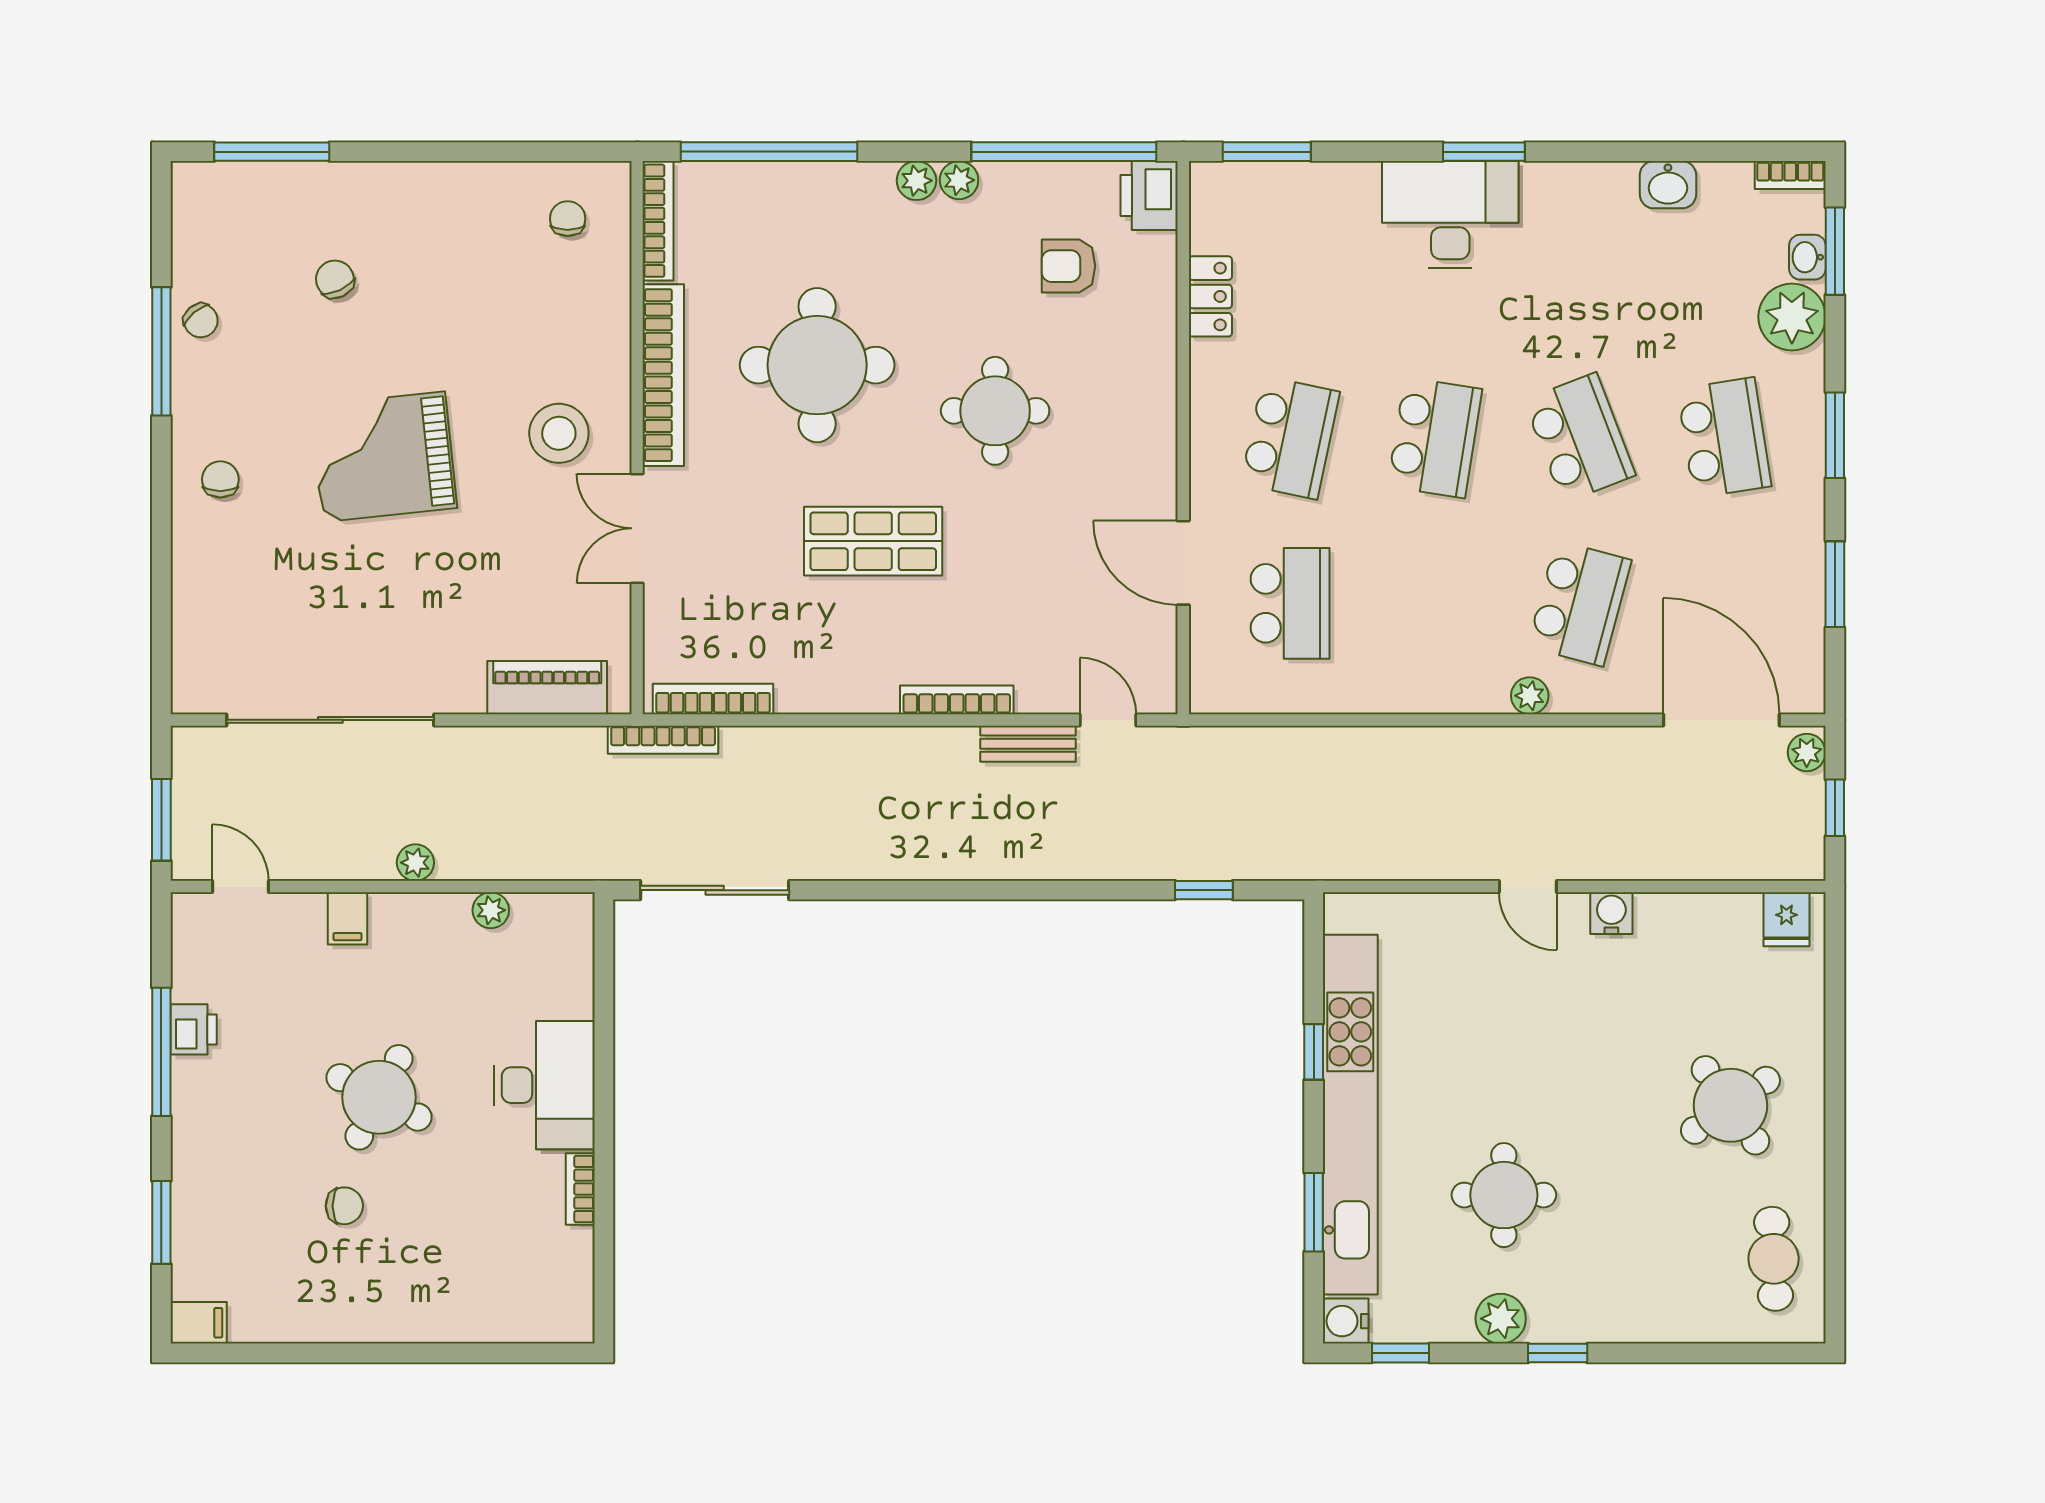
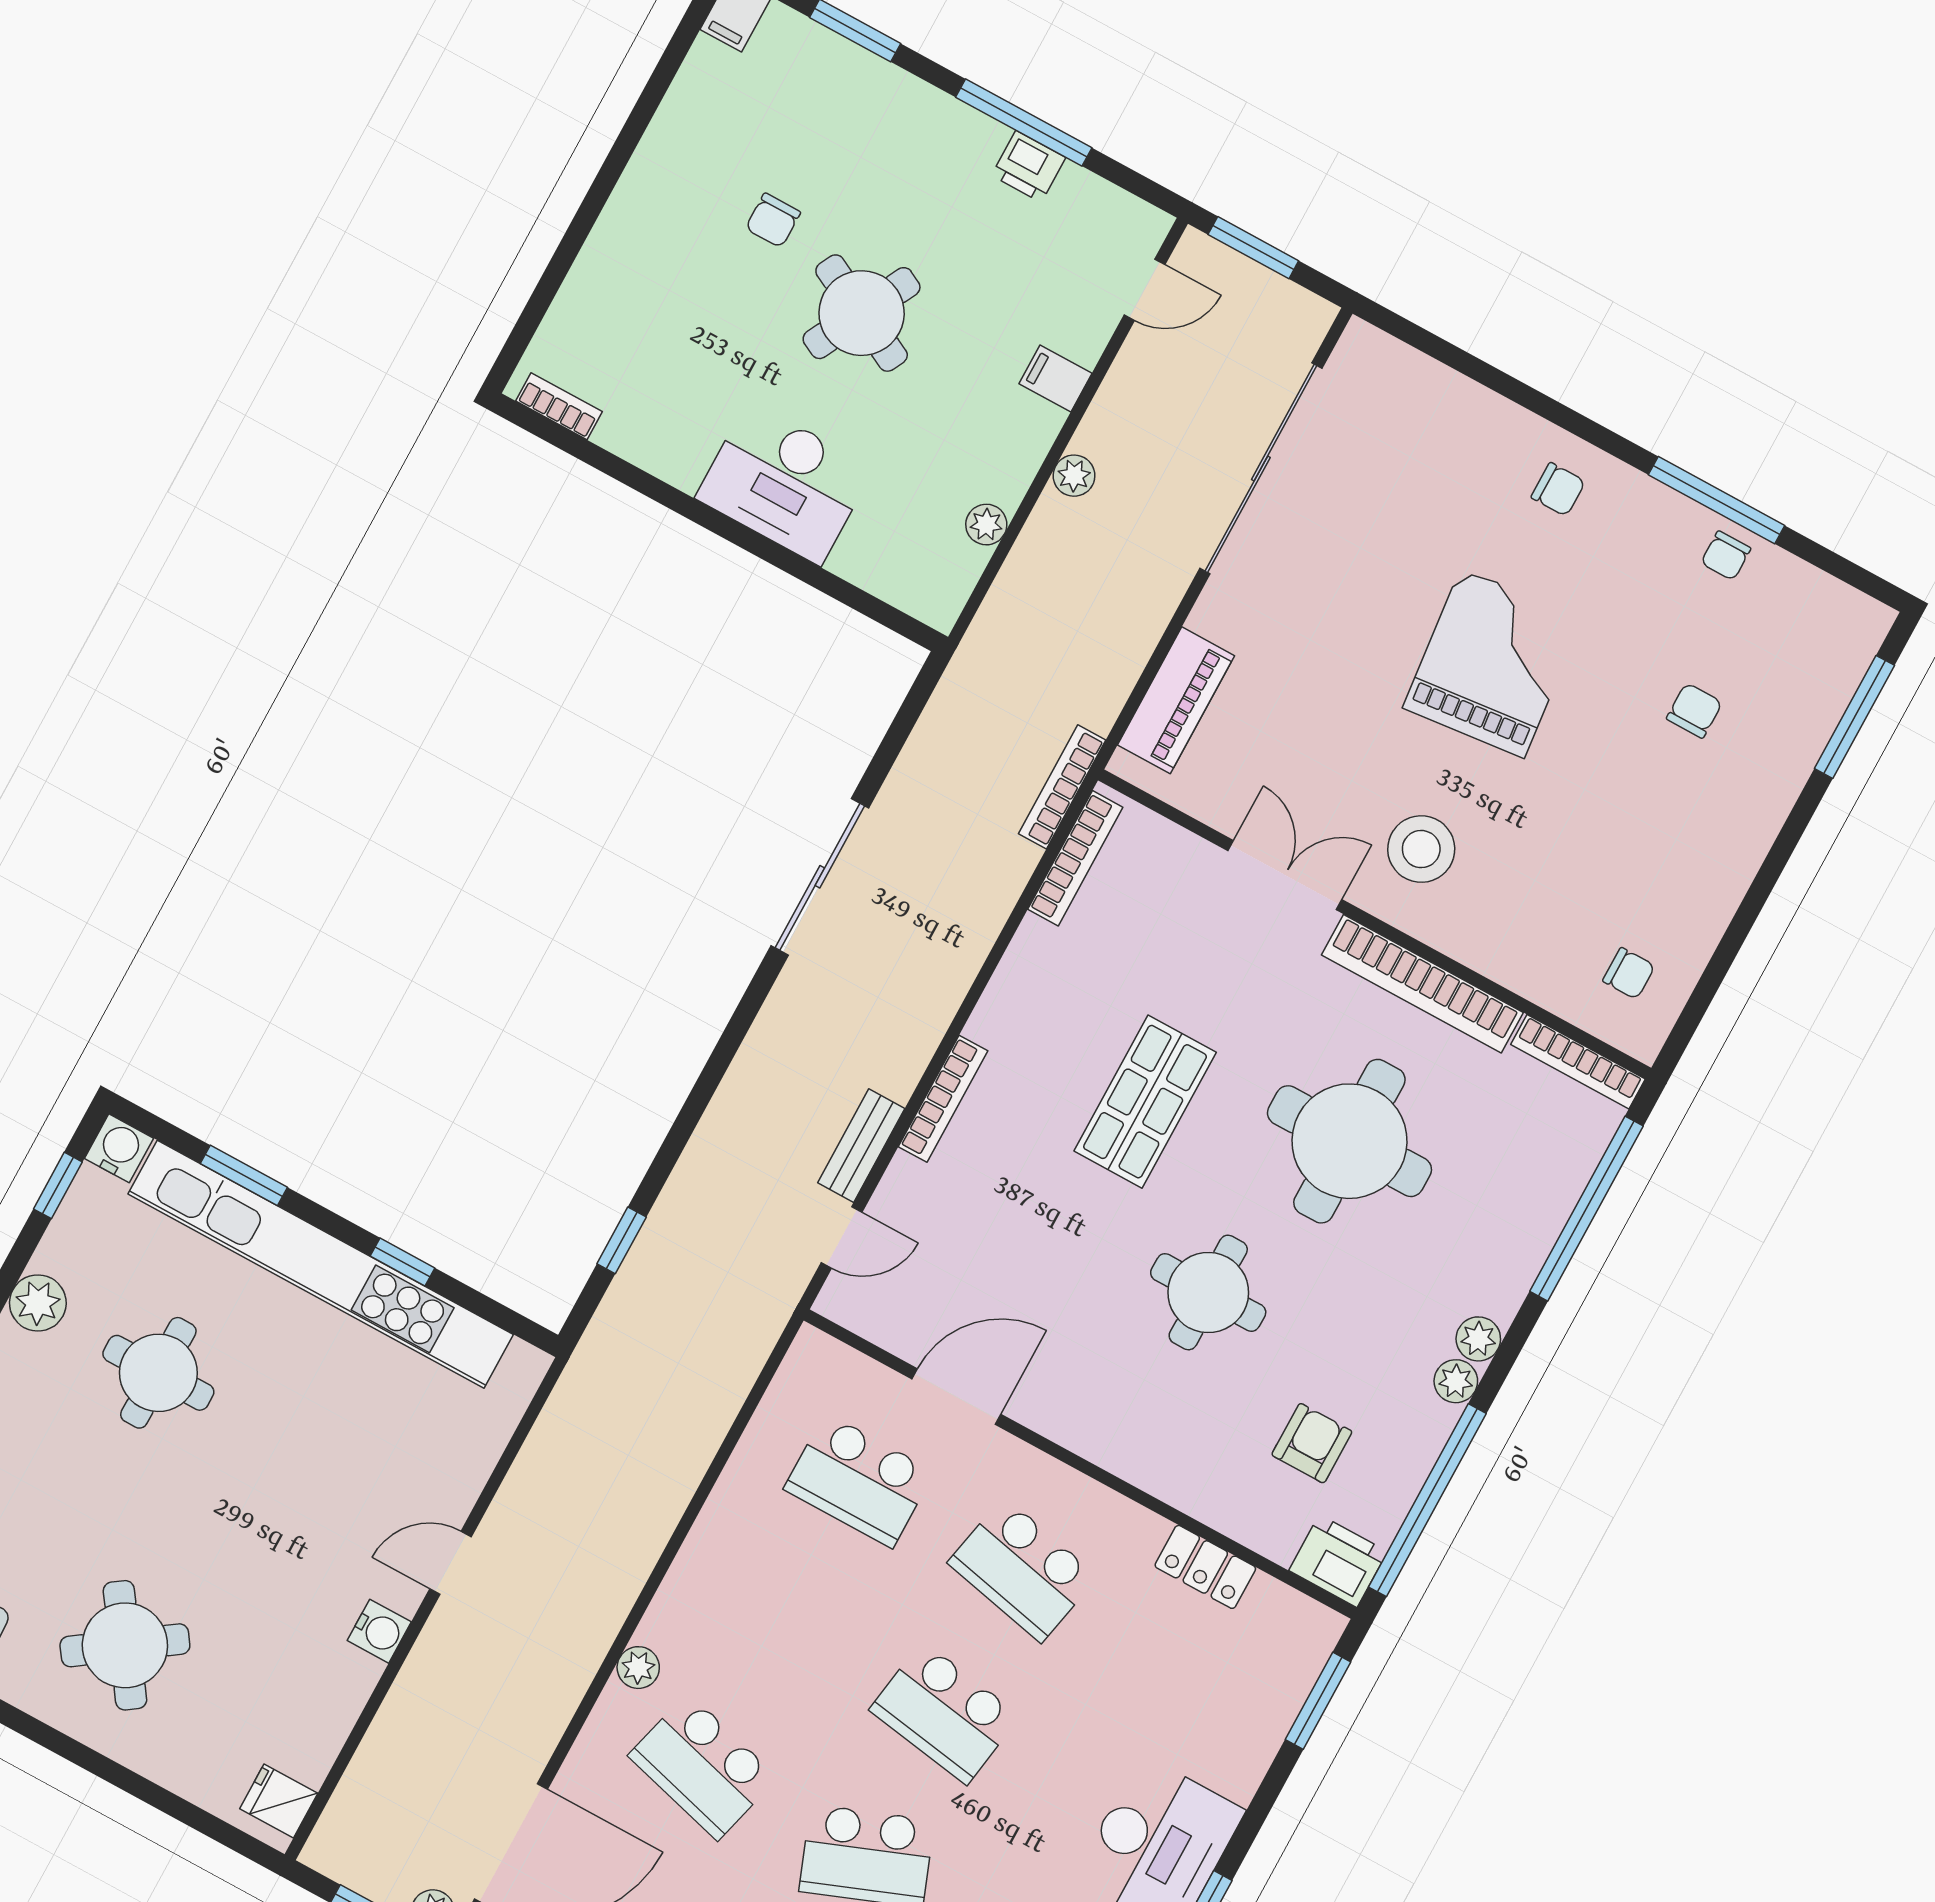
chair: (335, 279) -> (1694, 711), turned -65
chair: (201, 321) -> (1726, 556), turned -50
sliding door: (715, 890) -> (820, 877), moved
bookcase: (580, 1189) -> (559, 406), moved

